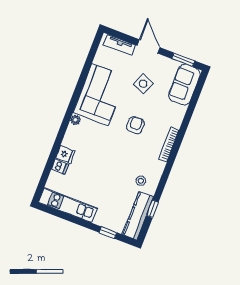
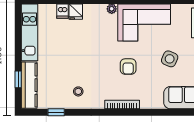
armchair: (135, 125) -> (128, 67), turned 90
kitchen counter: (138, 216) -> (29, 85), moved, turned 90

